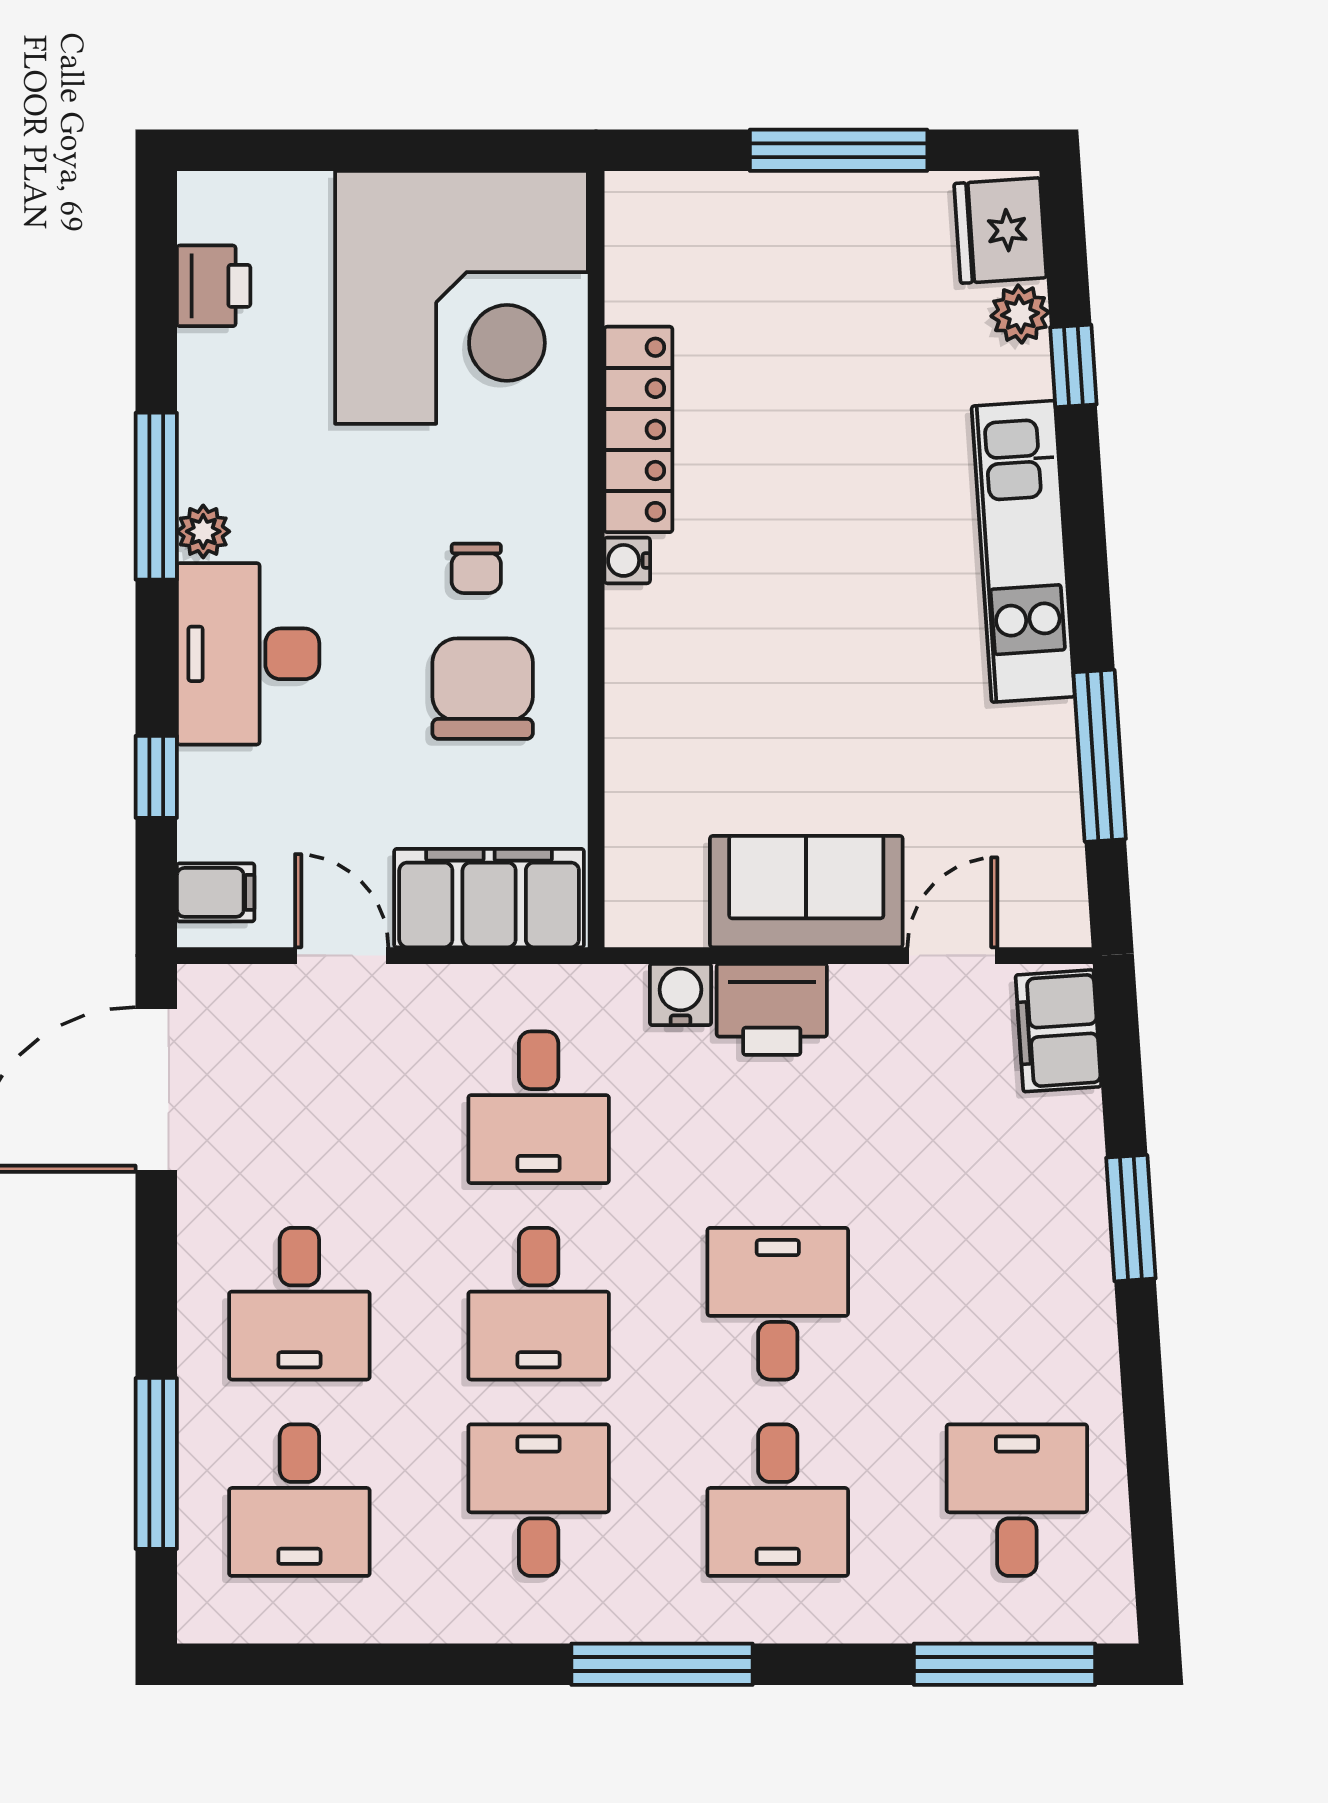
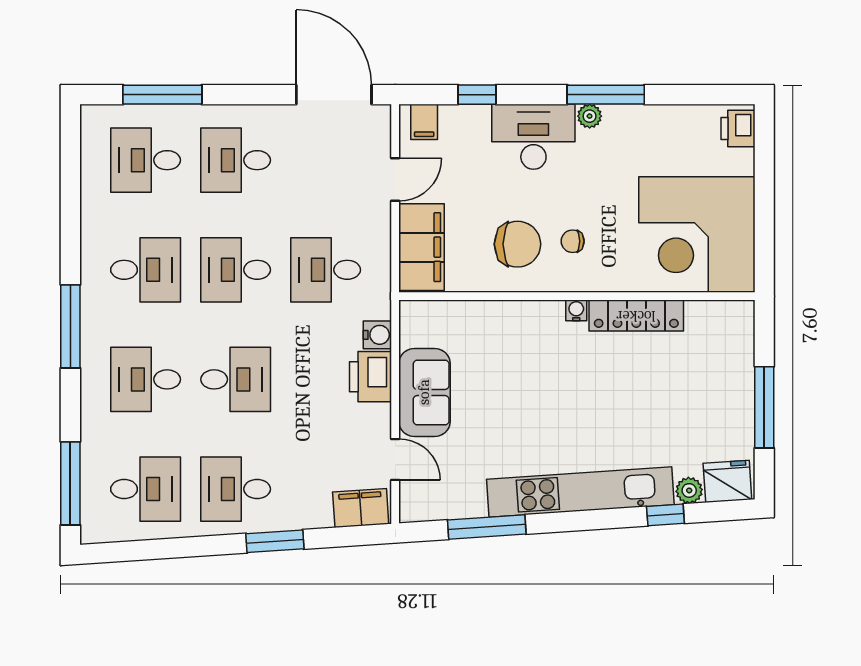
printer: (214, 286) -> (738, 128), moved, turned 90
kitchen unit: (1023, 551) -> (580, 492), width x1.36
desk: (1017, 1304) -> (236, 489), added

